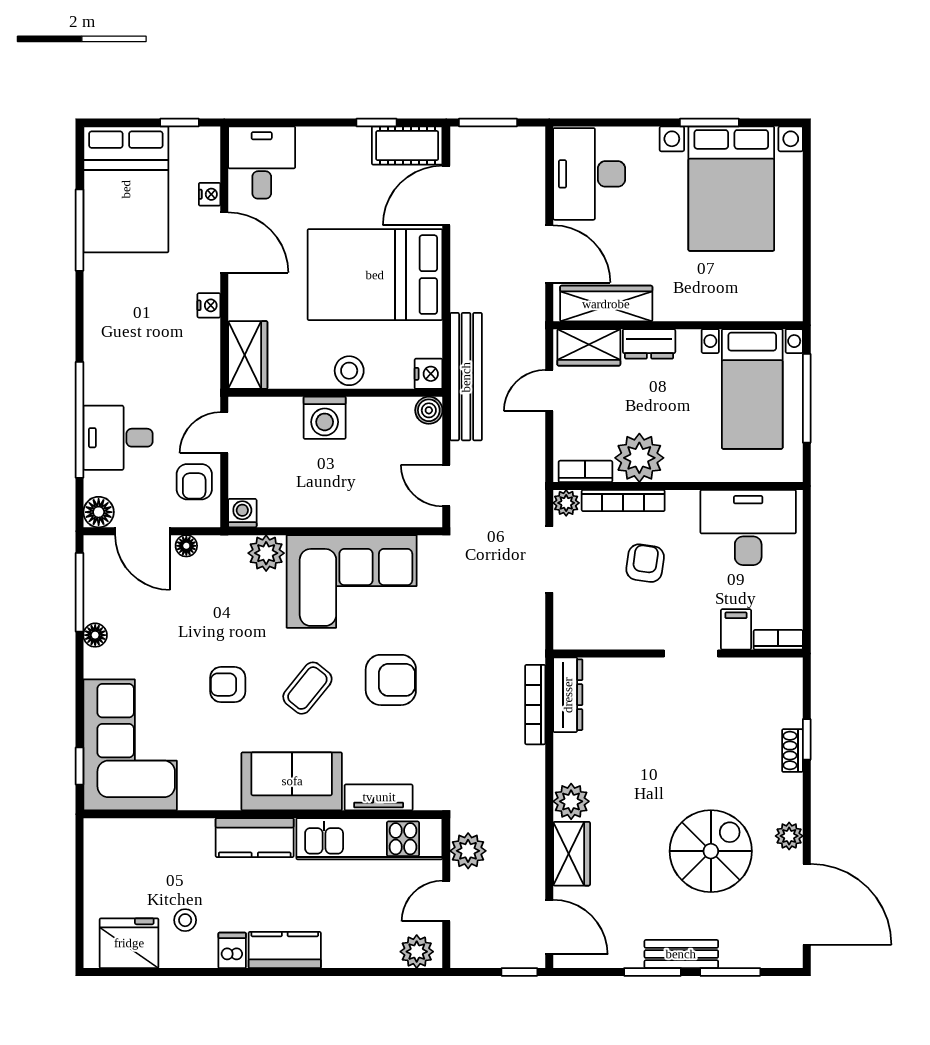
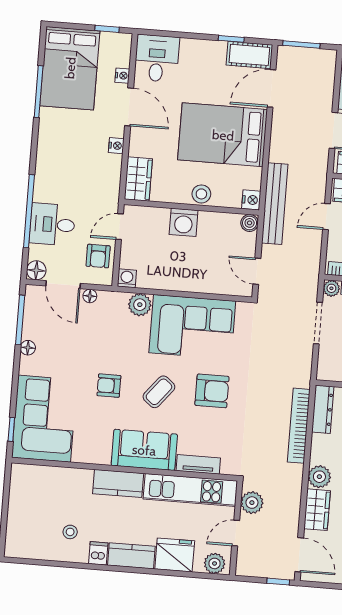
bookcase: (535, 705) -> (299, 426), width x1.48, depth x1.31
fridge: (129, 943) -> (175, 555), moved

